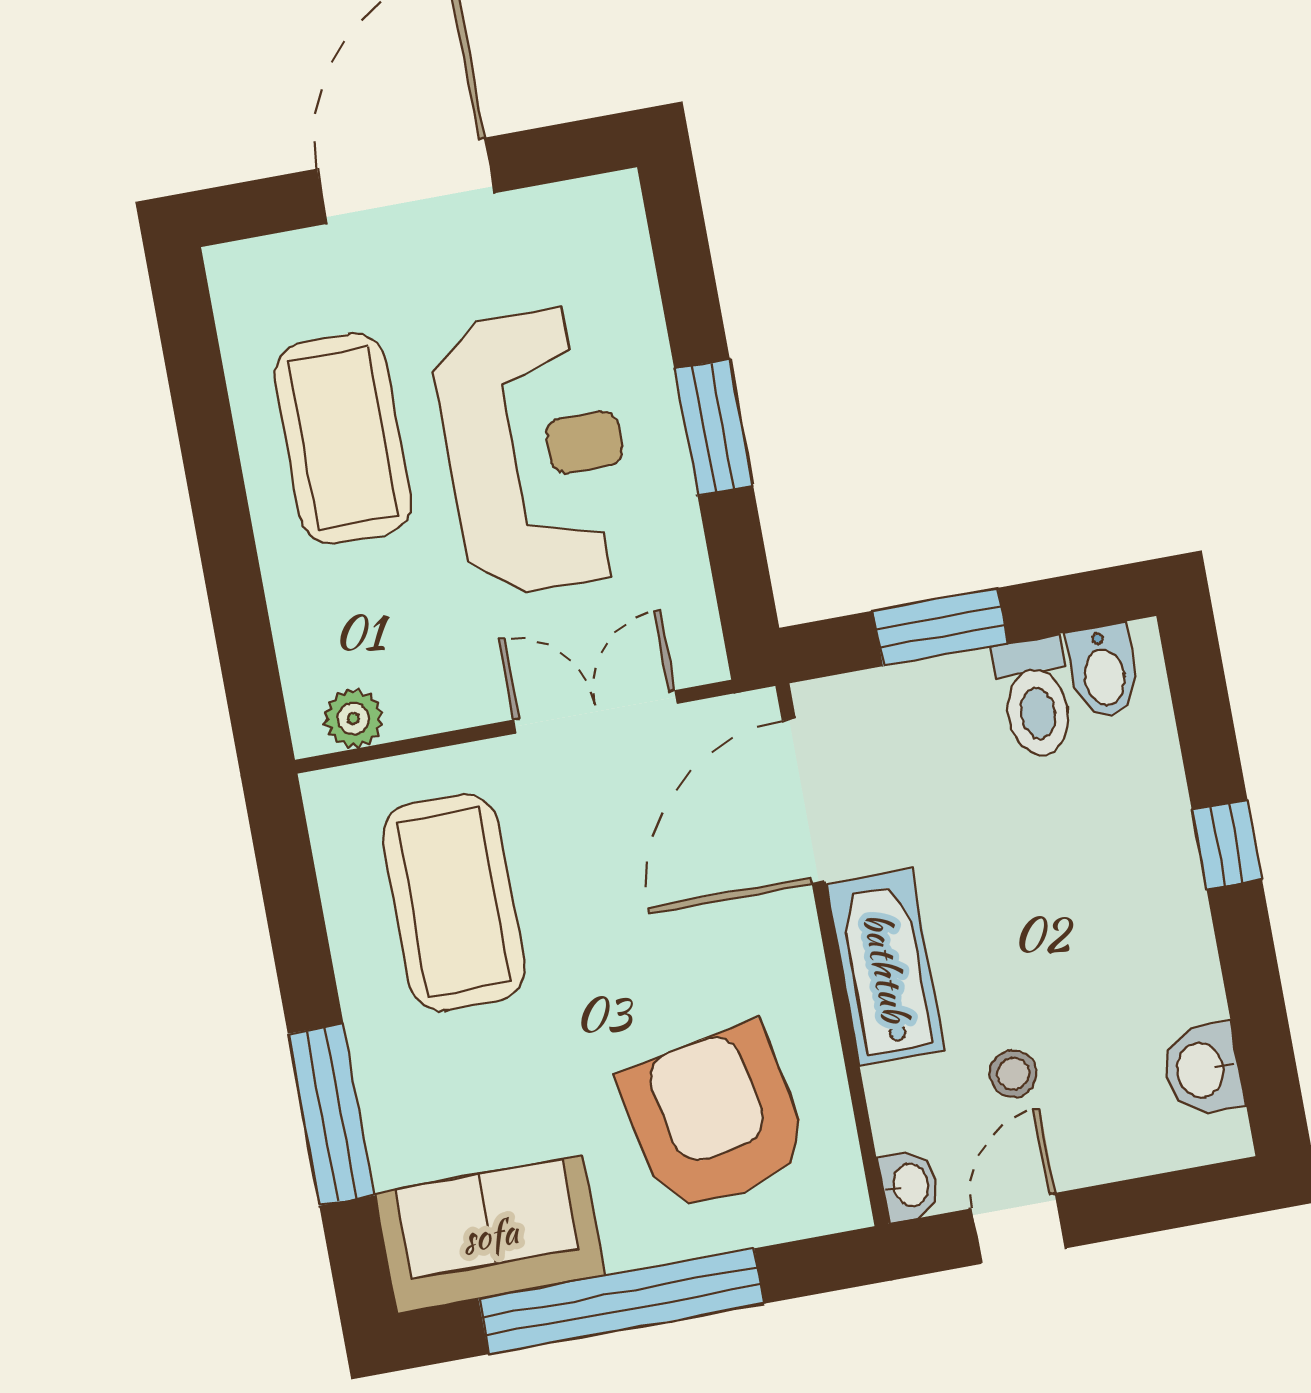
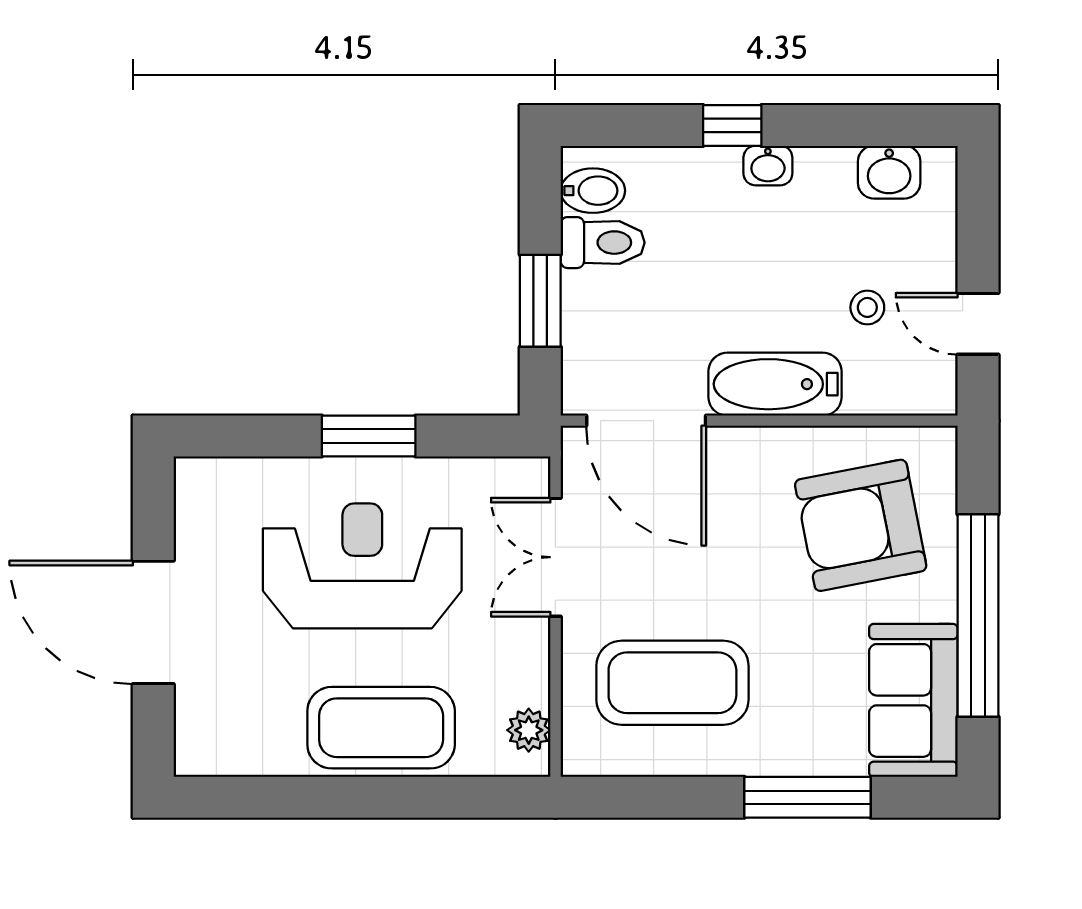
coffee table: (343, 438) -> (381, 728), moved
washbasin: (909, 1185) -> (768, 166), moved, turned 180

